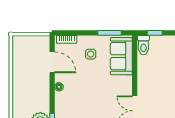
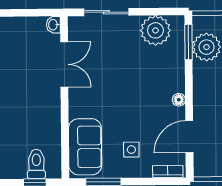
toilet: (143, 45) -> (36, 164), moved
door: (52, 62) -> (189, 137), hinge flipped

